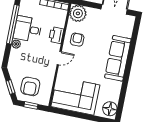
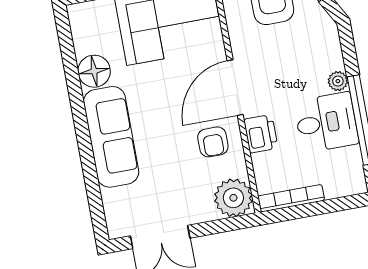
door: (59, 58) -> (235, 88), width x1.88
floor lamp: (110, 109) -> (94, 71), moved

